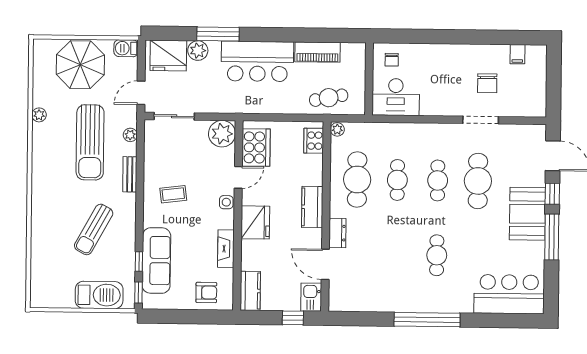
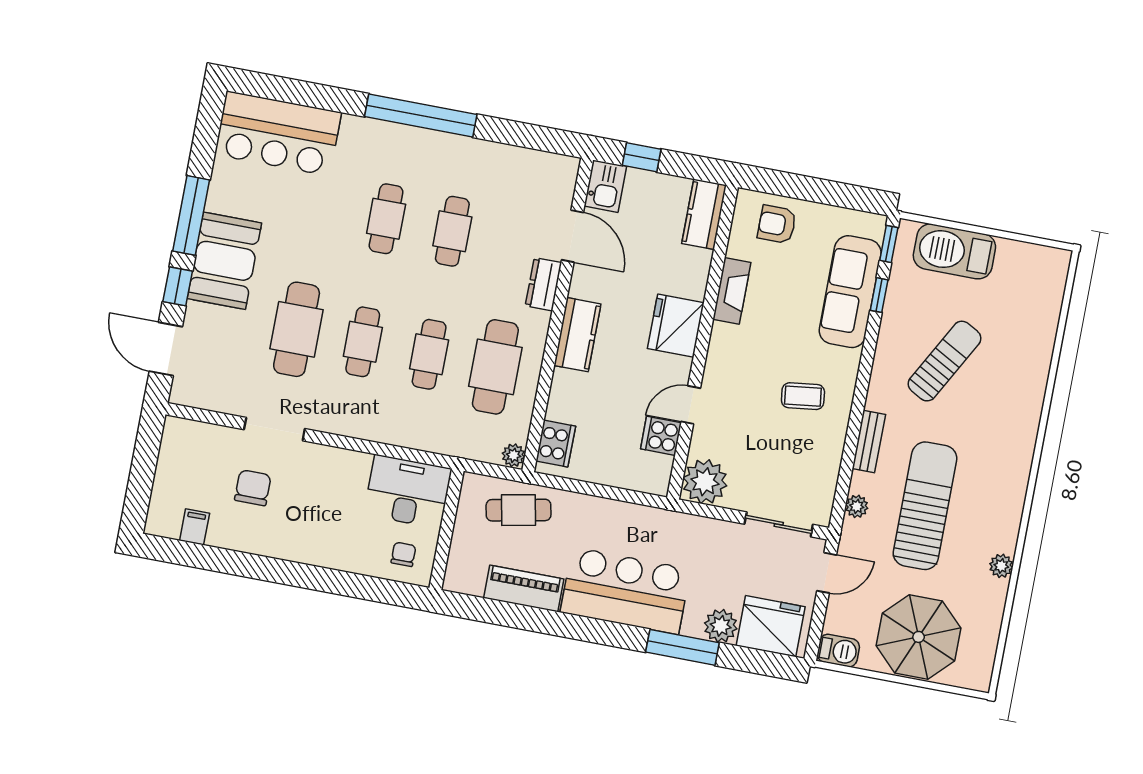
cooker: (256, 147) -> (661, 436), width x0.53, depth x0.76
side table: (226, 202) -> (718, 367), removed
cafe table: (396, 255) -> (452, 231), added

